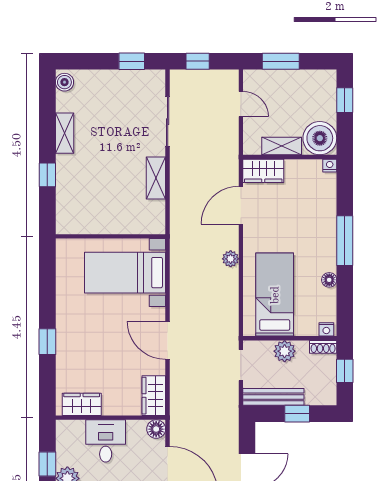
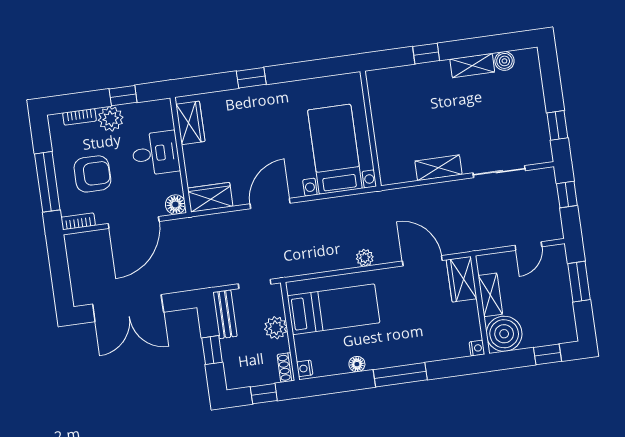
boiler: (64, 82) -> (504, 61), moved
bench: (273, 397) -> (225, 314), width x0.73

